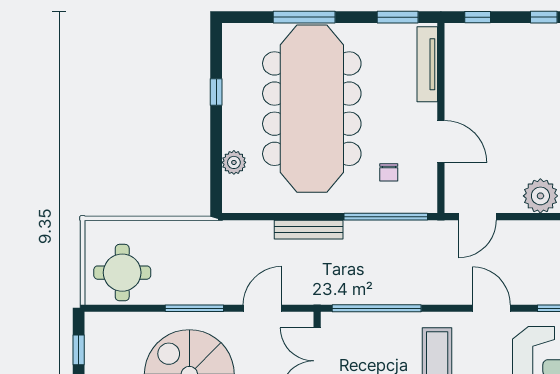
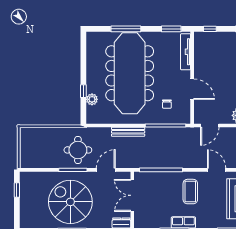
window: (216, 92) -> (83, 91), moved
round table: (122, 273) -> (78, 150), moved

